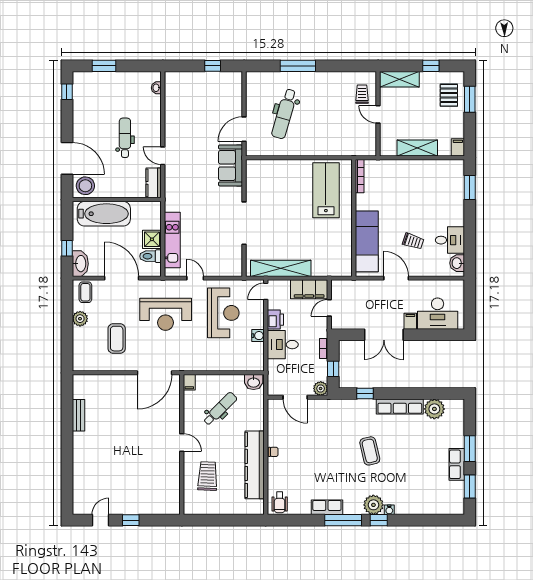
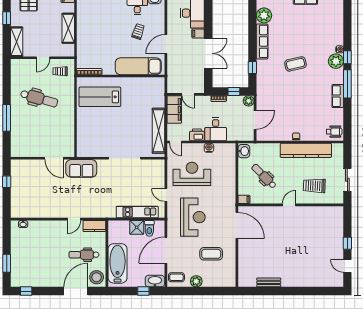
trolley: (362, 94) -> (60, 71), moved
dental chair: (284, 114) -> (39, 98), moved
dental chair: (125, 138) -> (84, 255), moved
door: (195, 278) -> (166, 195), hinge flipped
sliding door: (215, 520) -> (347, 180), added

